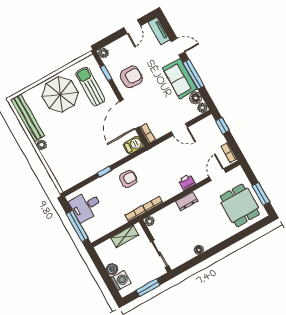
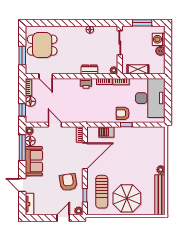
door: (132, 27) -> (63, 218), moved
window: (193, 74) -> (22, 148), moved
armchair: (131, 77) -> (68, 182), turned 82
floor lamp: (219, 139) -> (30, 101), added
barbecue: (133, 145) -> (106, 132), moved
door: (217, 175) -> (46, 76), hinge flipped
armchair: (128, 179) -> (123, 113), moved
printer: (187, 182) -> (86, 83), moved
window: (261, 194) -> (22, 55), moved
dresser: (187, 201) -> (89, 70), moved
dining table: (240, 205) -> (42, 45), turned 90
desk: (86, 206) -> (150, 98), width x1.87, depth x1.30
window: (77, 226) -> (168, 96), removed

